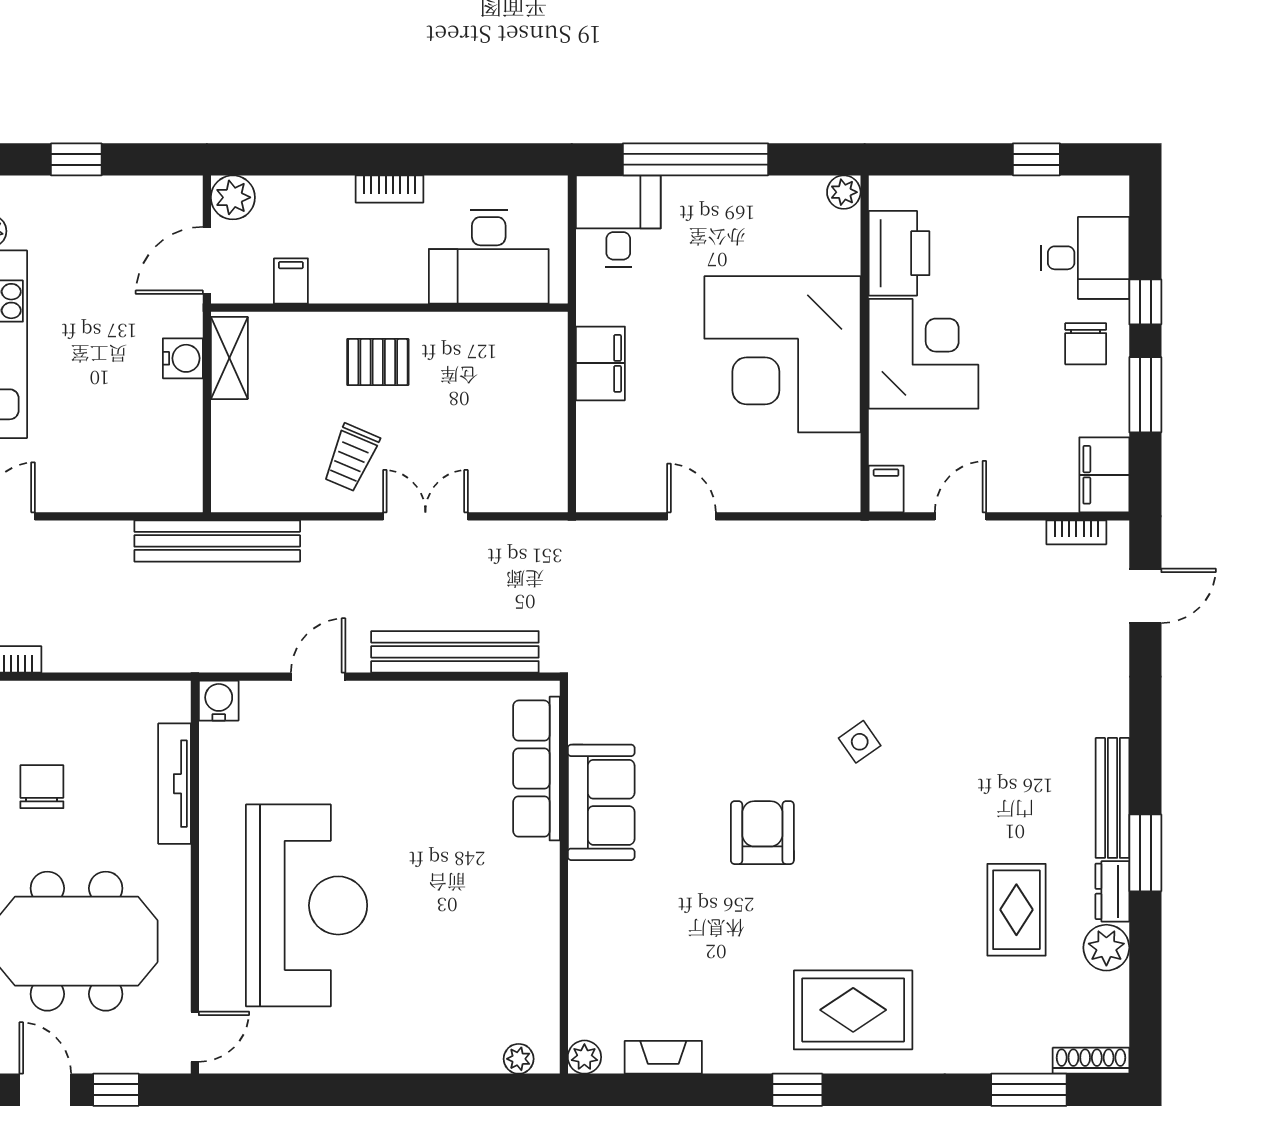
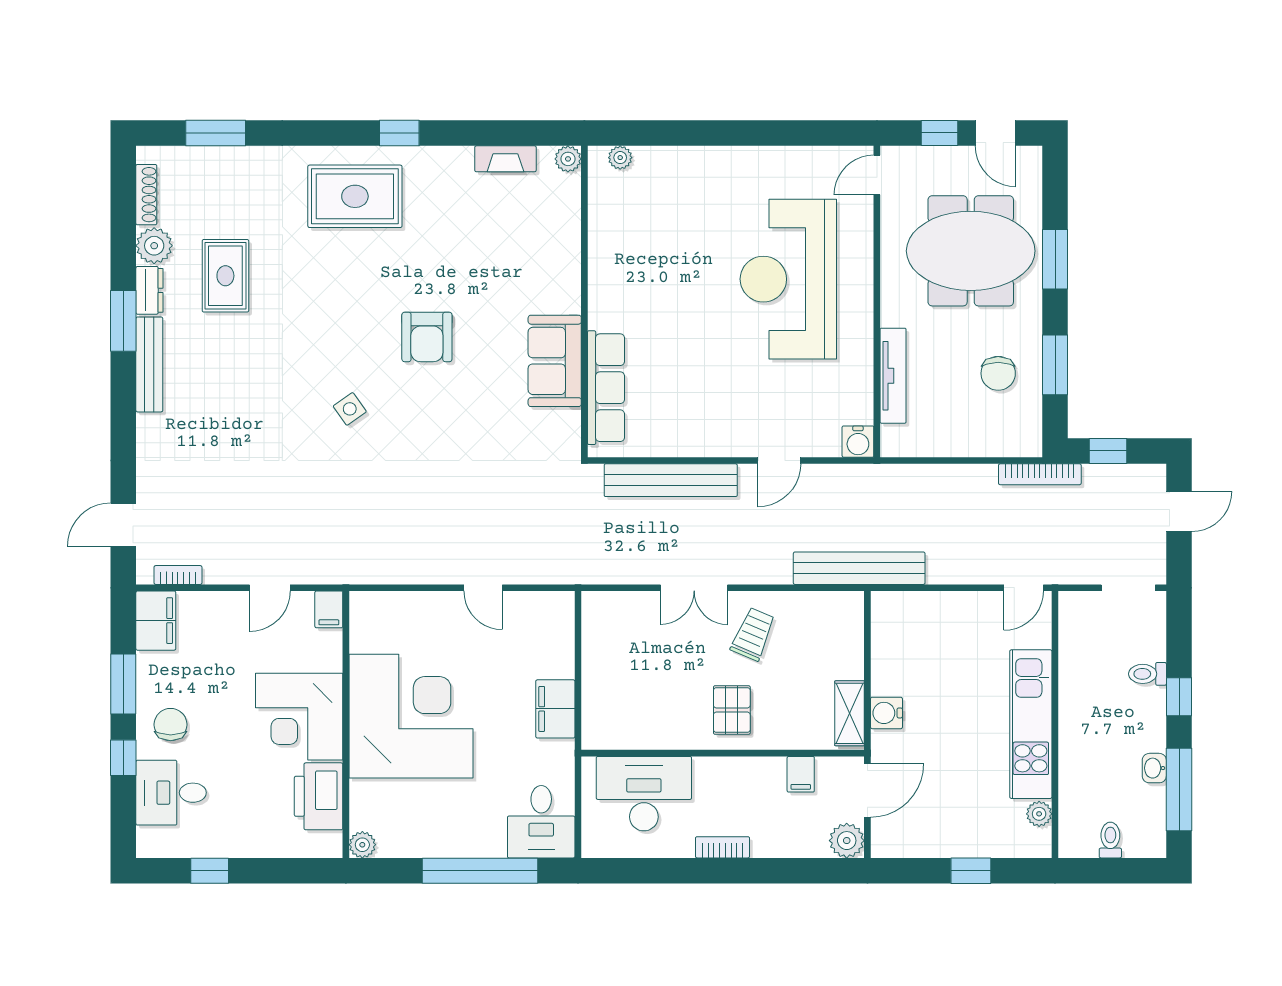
pallet: (378, 362) -> (732, 710), turned 90
shoe rack: (1091, 1061) -> (146, 195), moved, turned -90

